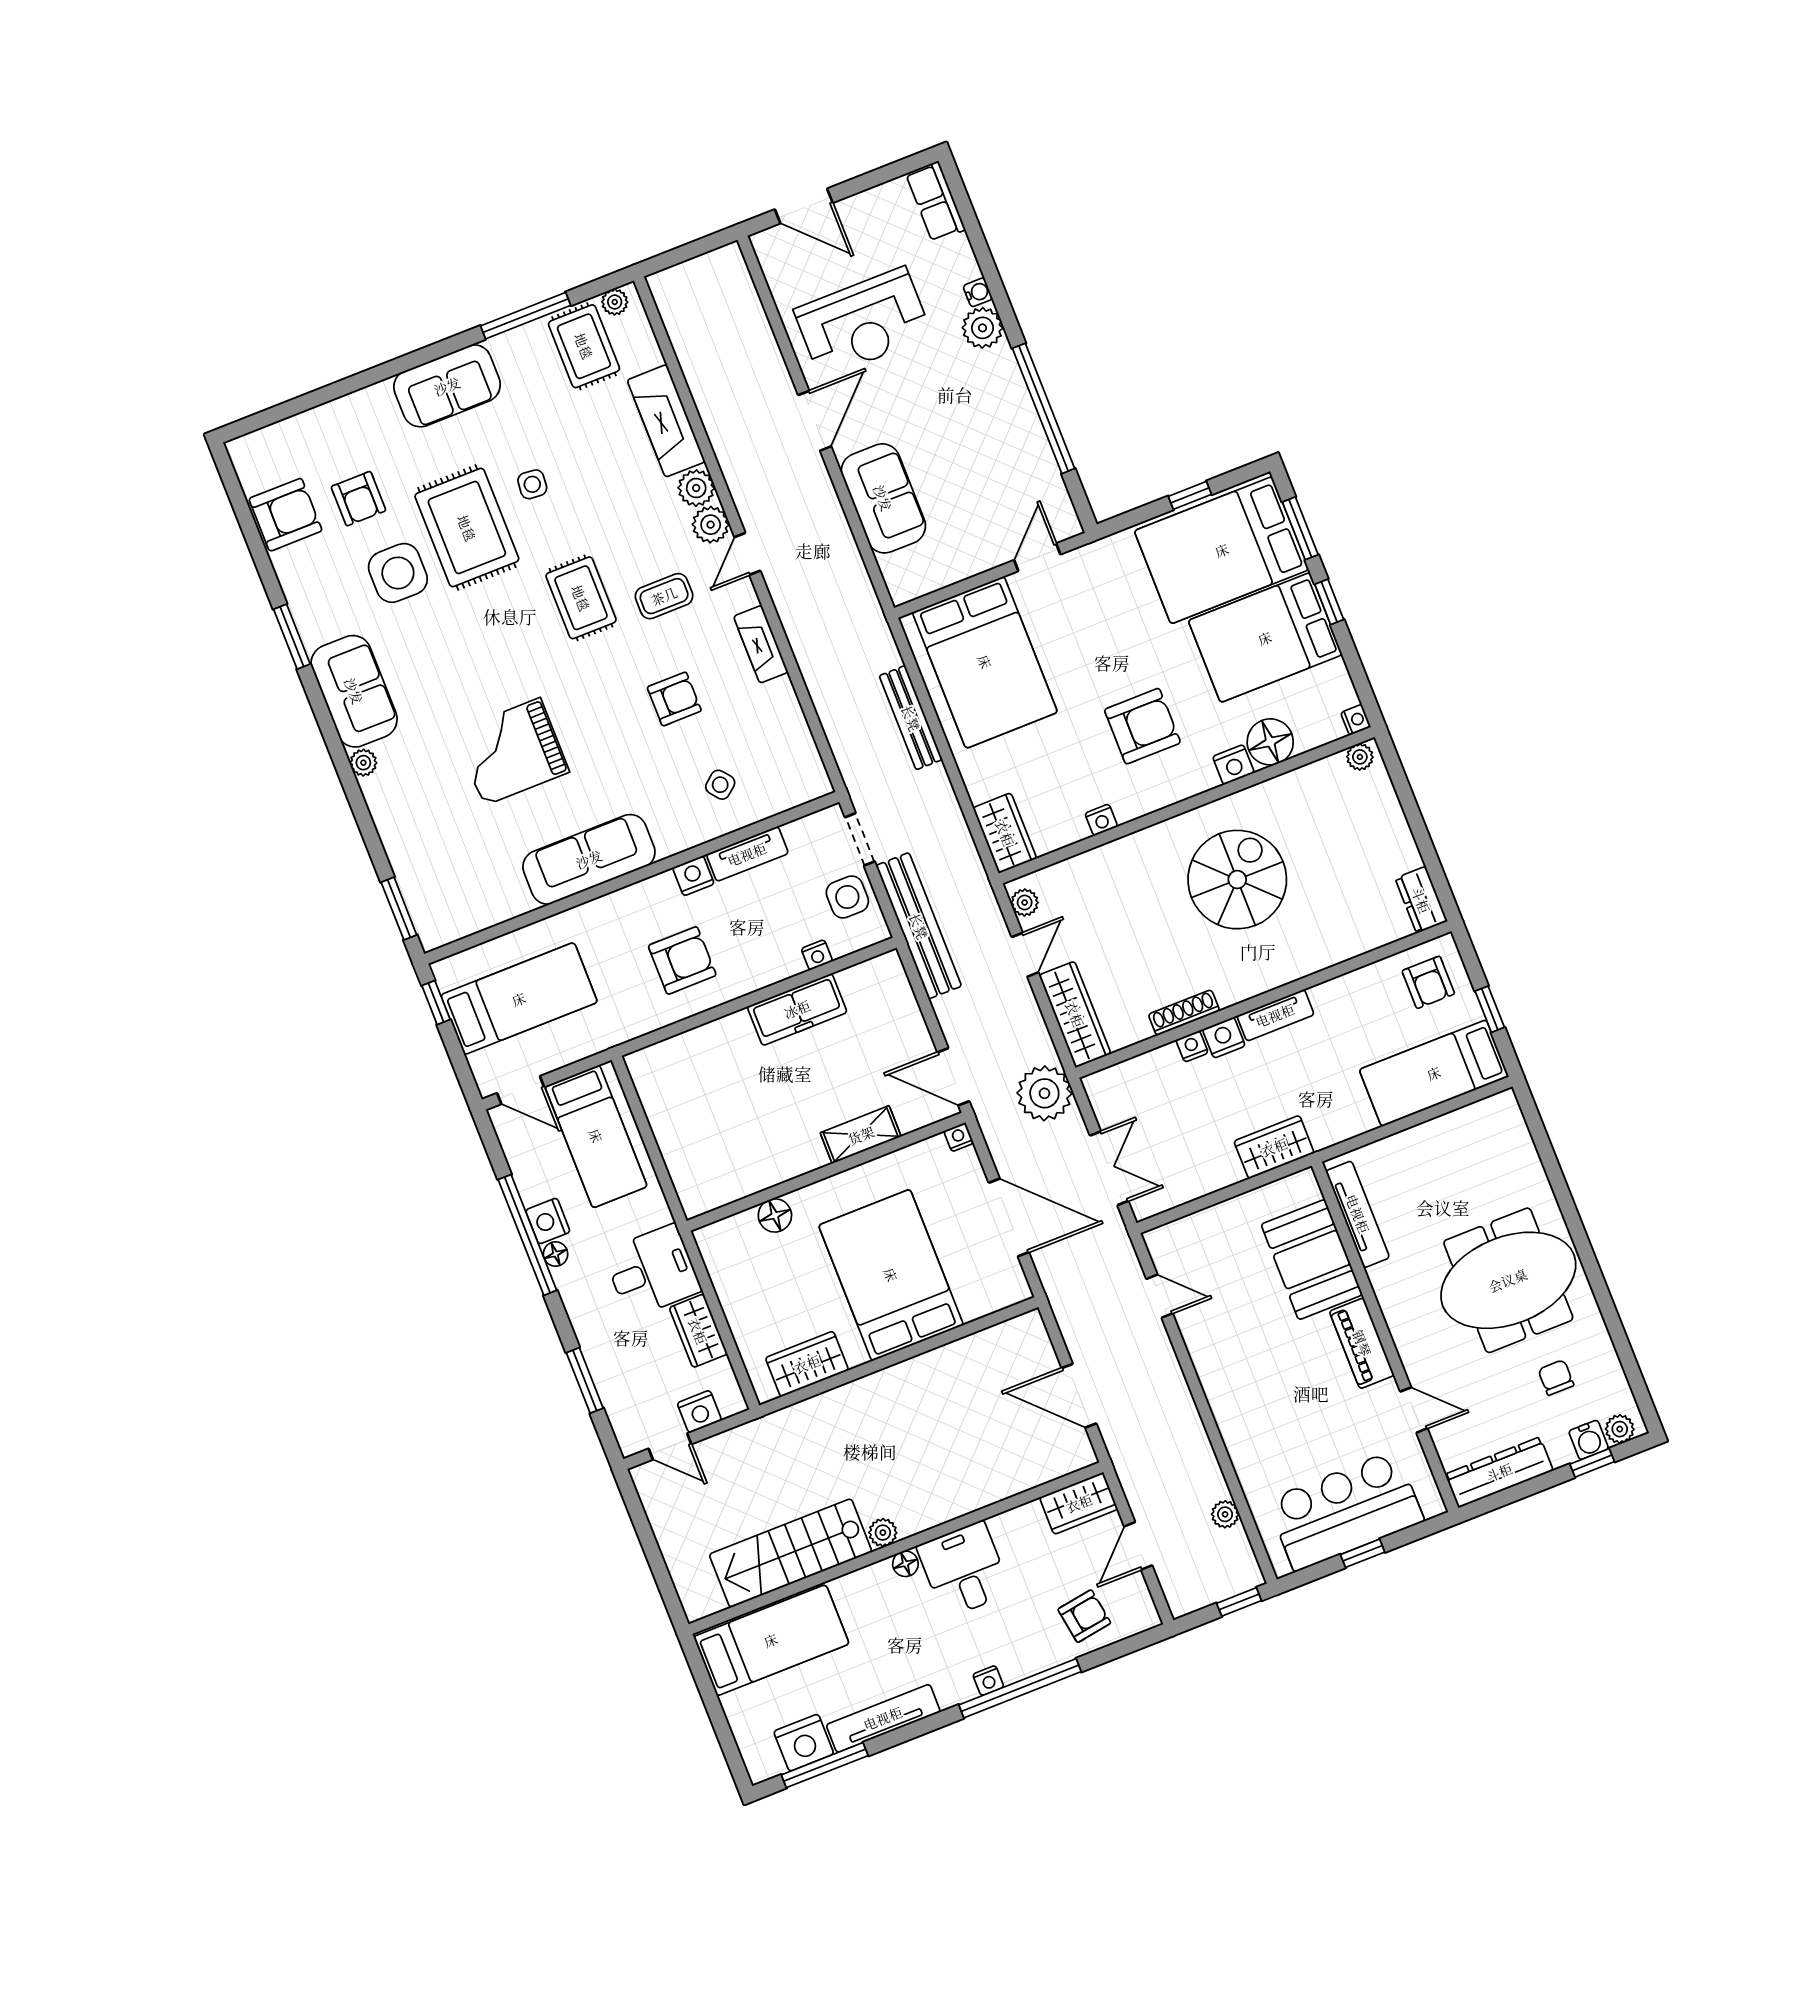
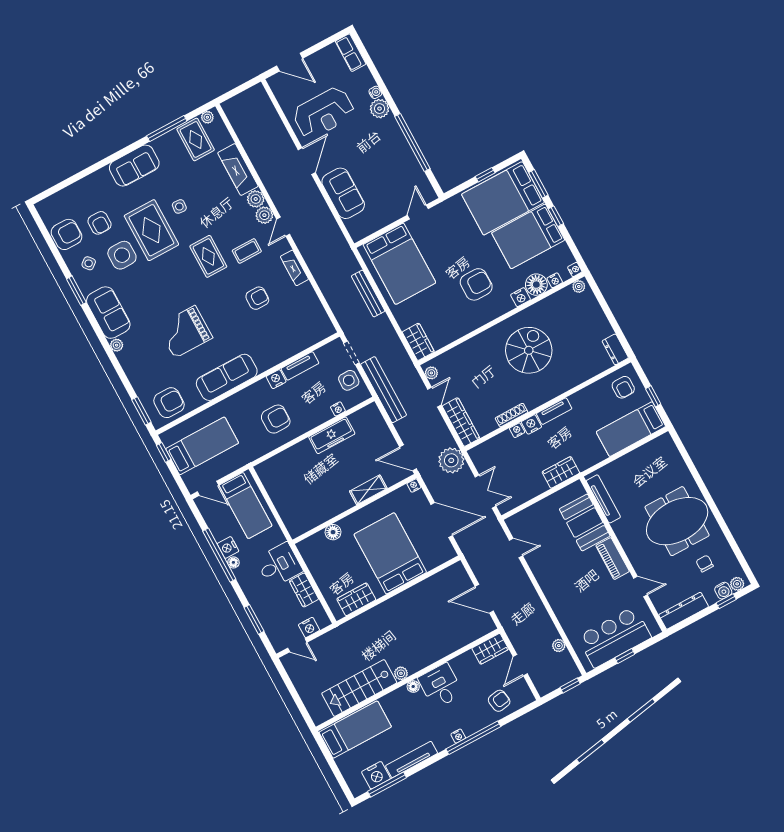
side table: (720, 785) -> (89, 263), moved
nightstand: (1101, 820) -> (555, 280), moved
armchair: (460, 898) -> (169, 403), added

